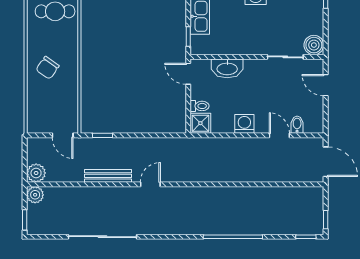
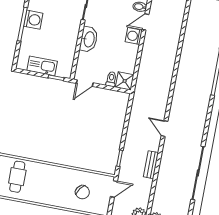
chair: (48, 68) -> (82, 192), moved
washbasin: (227, 68) -> (89, 39), moved
washing machine: (244, 124) -> (134, 36), moved
bench: (108, 176) -> (151, 165), width x0.73

